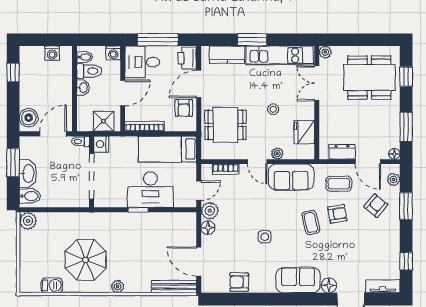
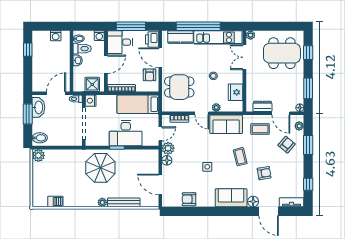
window: (252, 40) -> (198, 26), width x2.11
door: (199, 84) -> (160, 58), hinge flipped
boiler: (29, 118) -> (39, 82), removed
washbasin: (28, 173) -> (38, 107), moved
armchair: (337, 214) -> (264, 173), moved
parasol: (86, 260) -> (100, 168), moved
bench: (174, 287) -> (124, 202), moved

